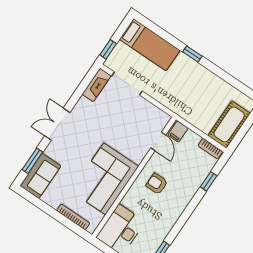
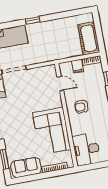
filing cabinet: (178, 132) -> (77, 66), moved
sofa: (40, 176) -> (26, 167), moved, turned -90

